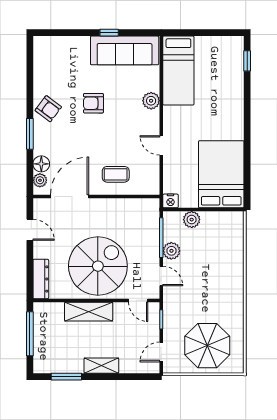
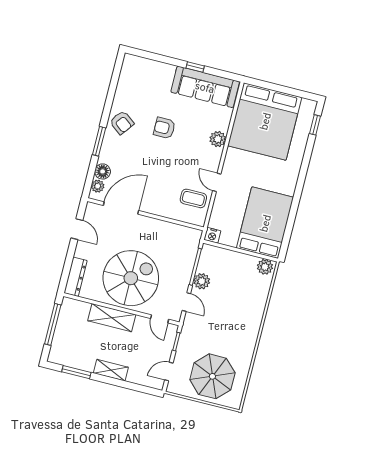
bed: (178, 71) -> (265, 121), width x2.04
coffee table: (116, 174) -> (193, 198), moved
plant: (192, 220) -> (265, 267), moved

